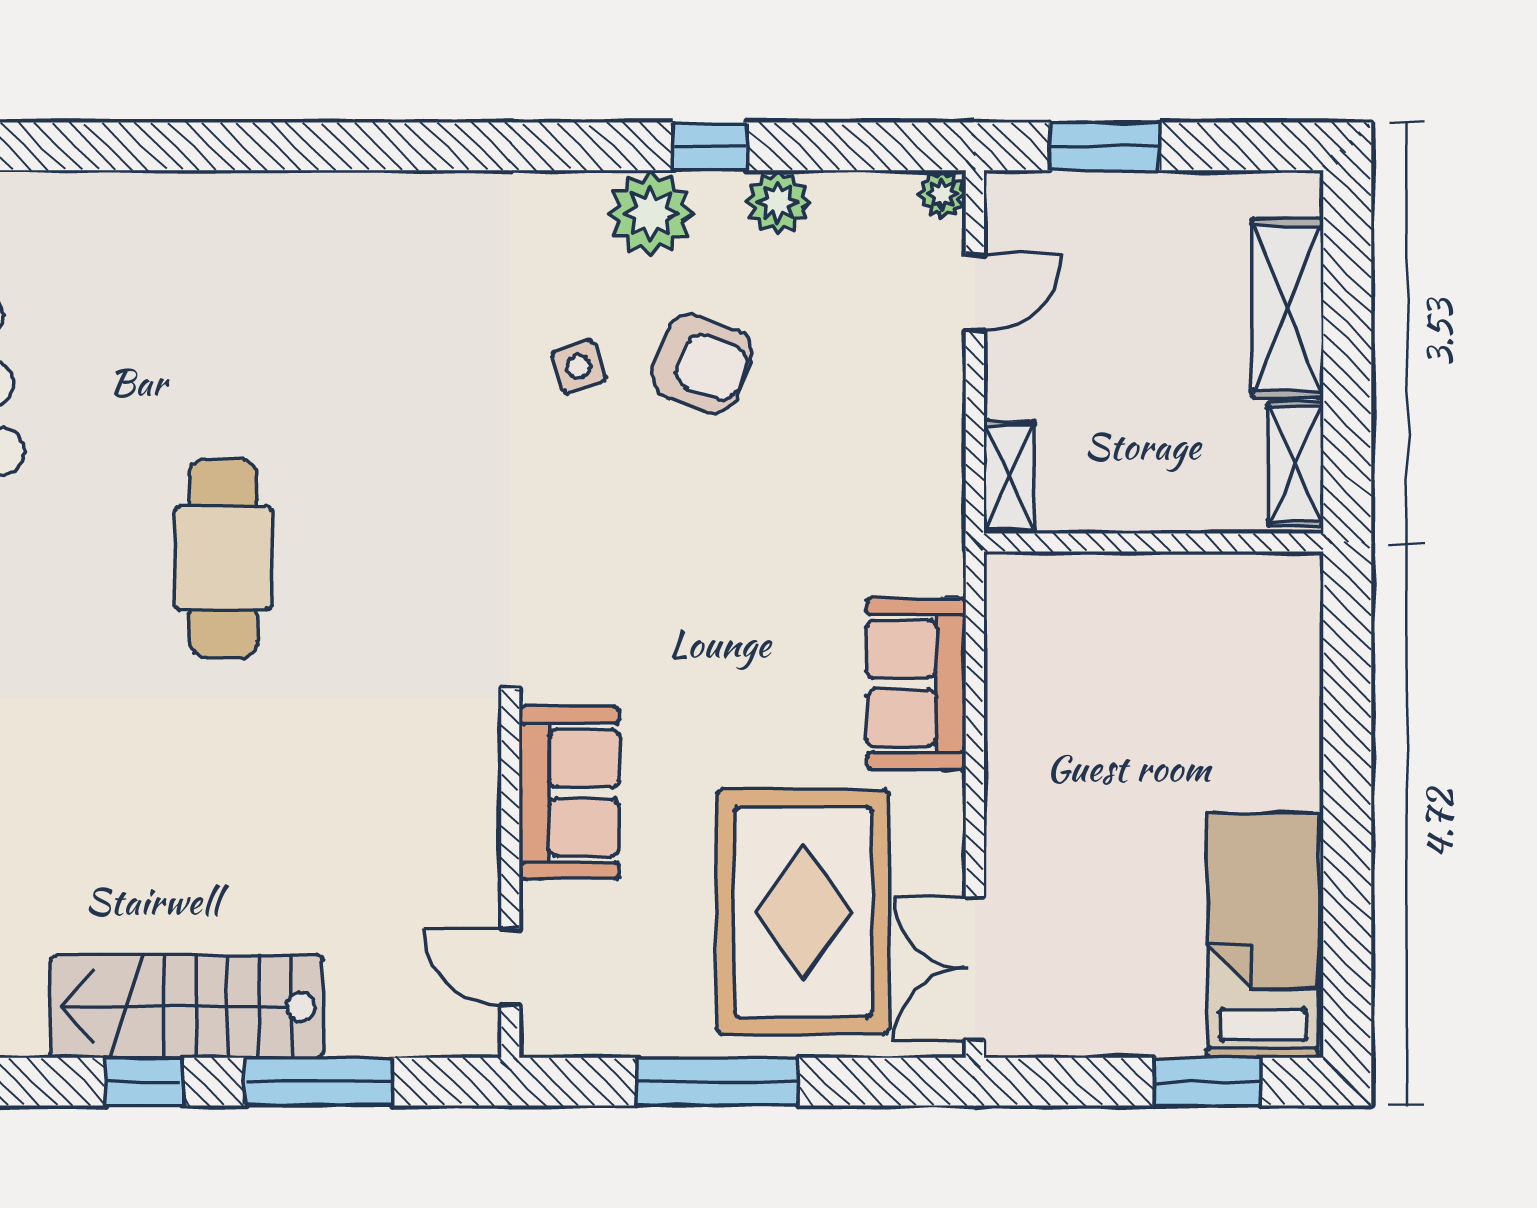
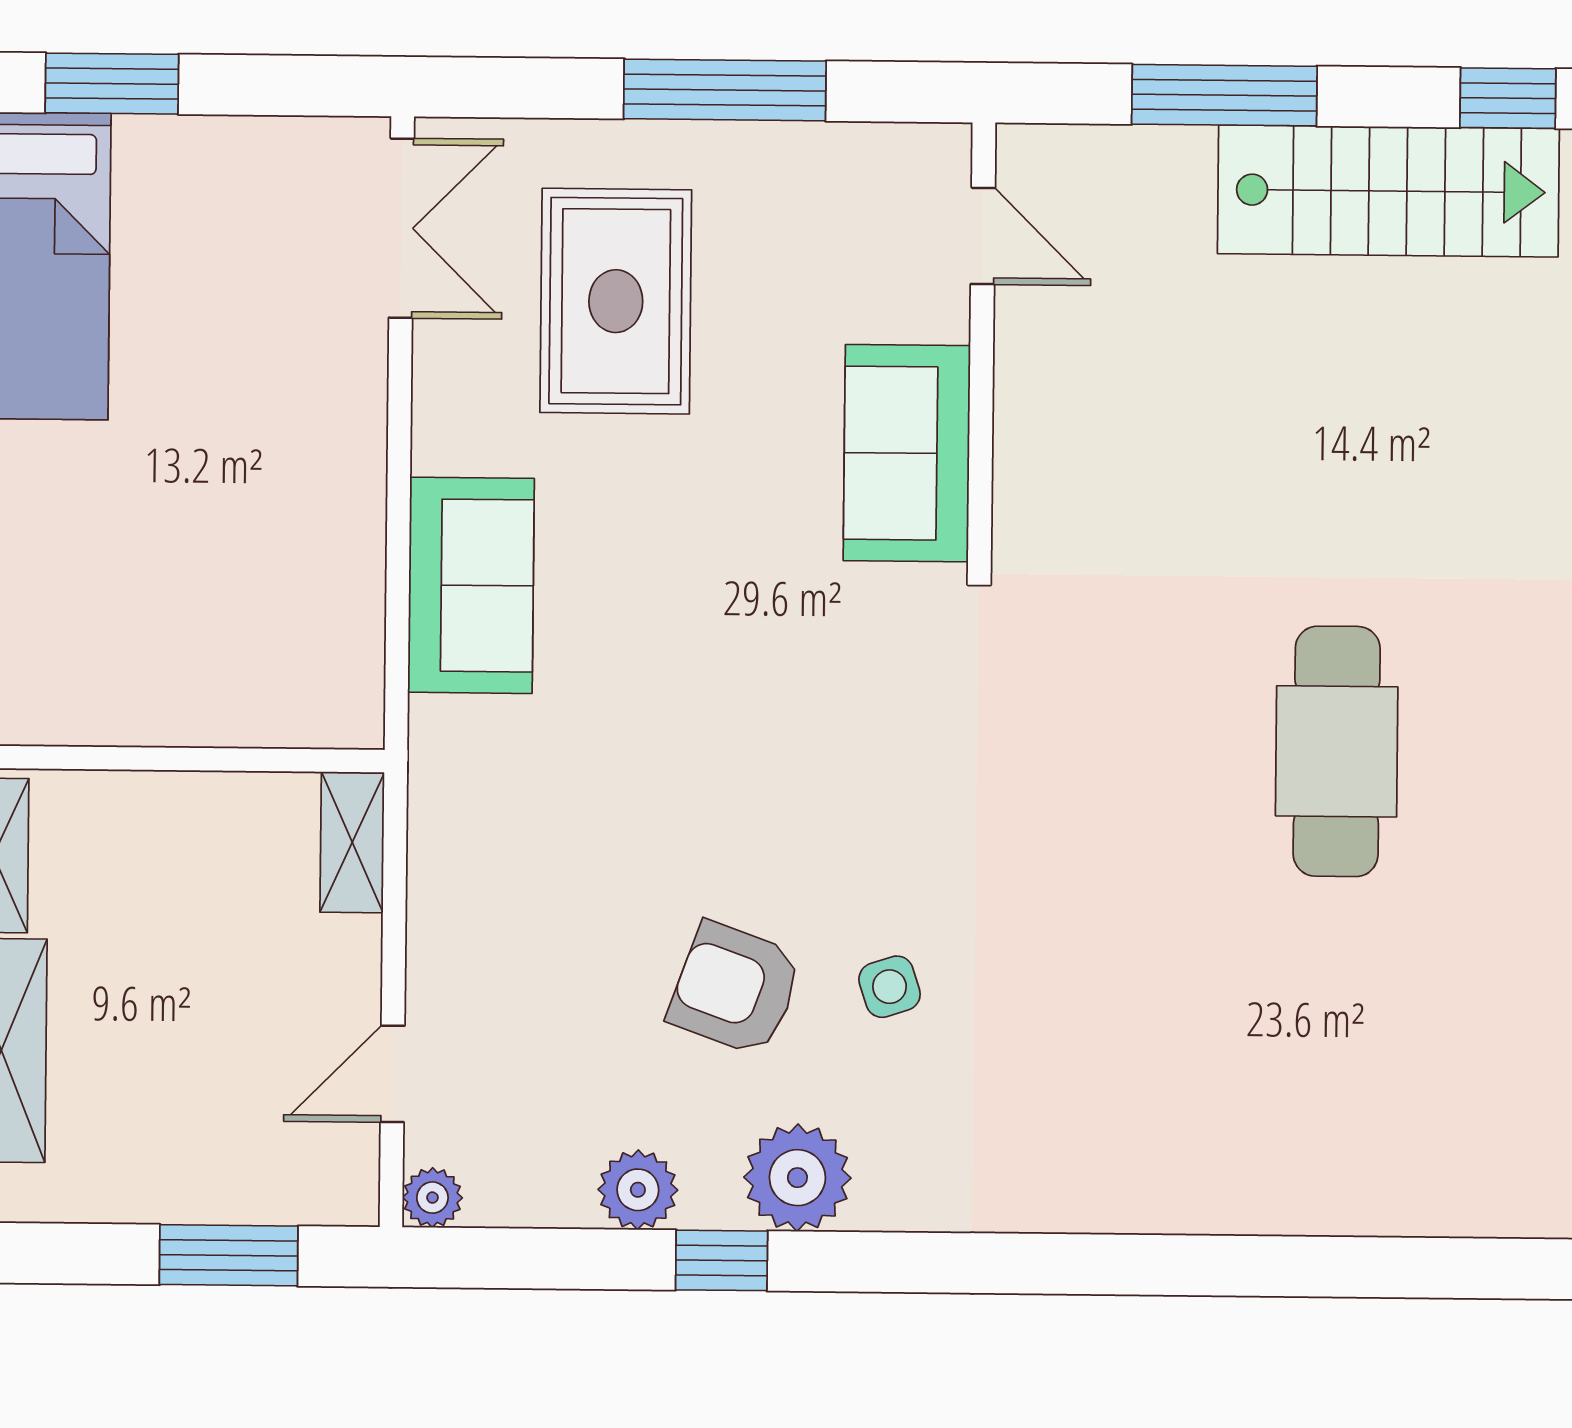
rug: (803, 912) -> (616, 301), width x0.73, depth x0.69
window: (144, 1082) -> (1508, 98), moved

